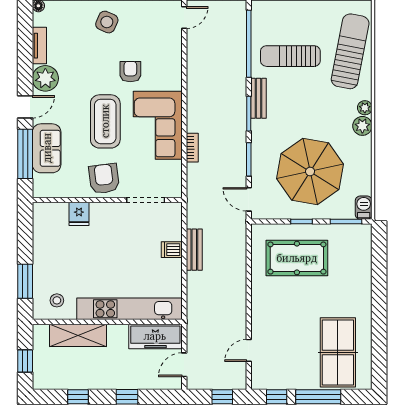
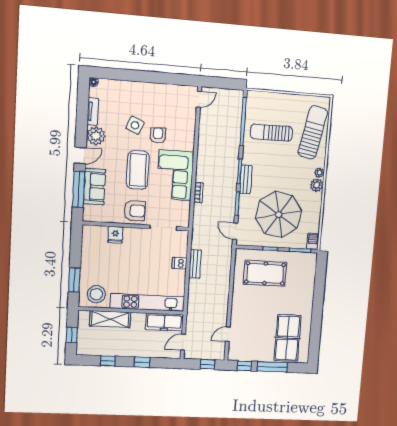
side table: (107, 22) -> (135, 125), moved
bench: (259, 98) -> (246, 179), moved
armchair: (104, 179) -> (135, 211), turned 97
stool: (57, 300) -> (96, 294), width x1.89, depth x1.89

